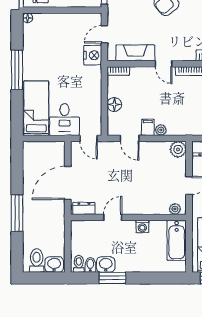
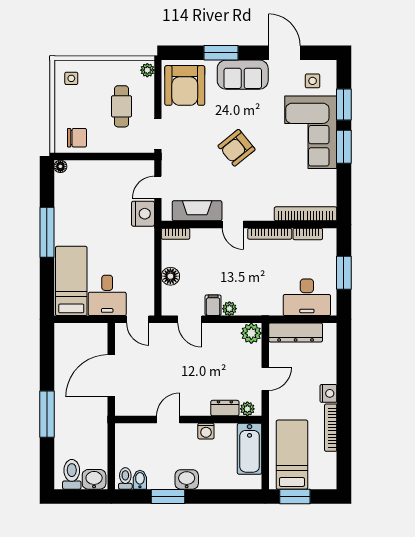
dresser: (84, 208) -> (225, 408), moved
washbasin: (106, 265) -> (187, 479), moved

